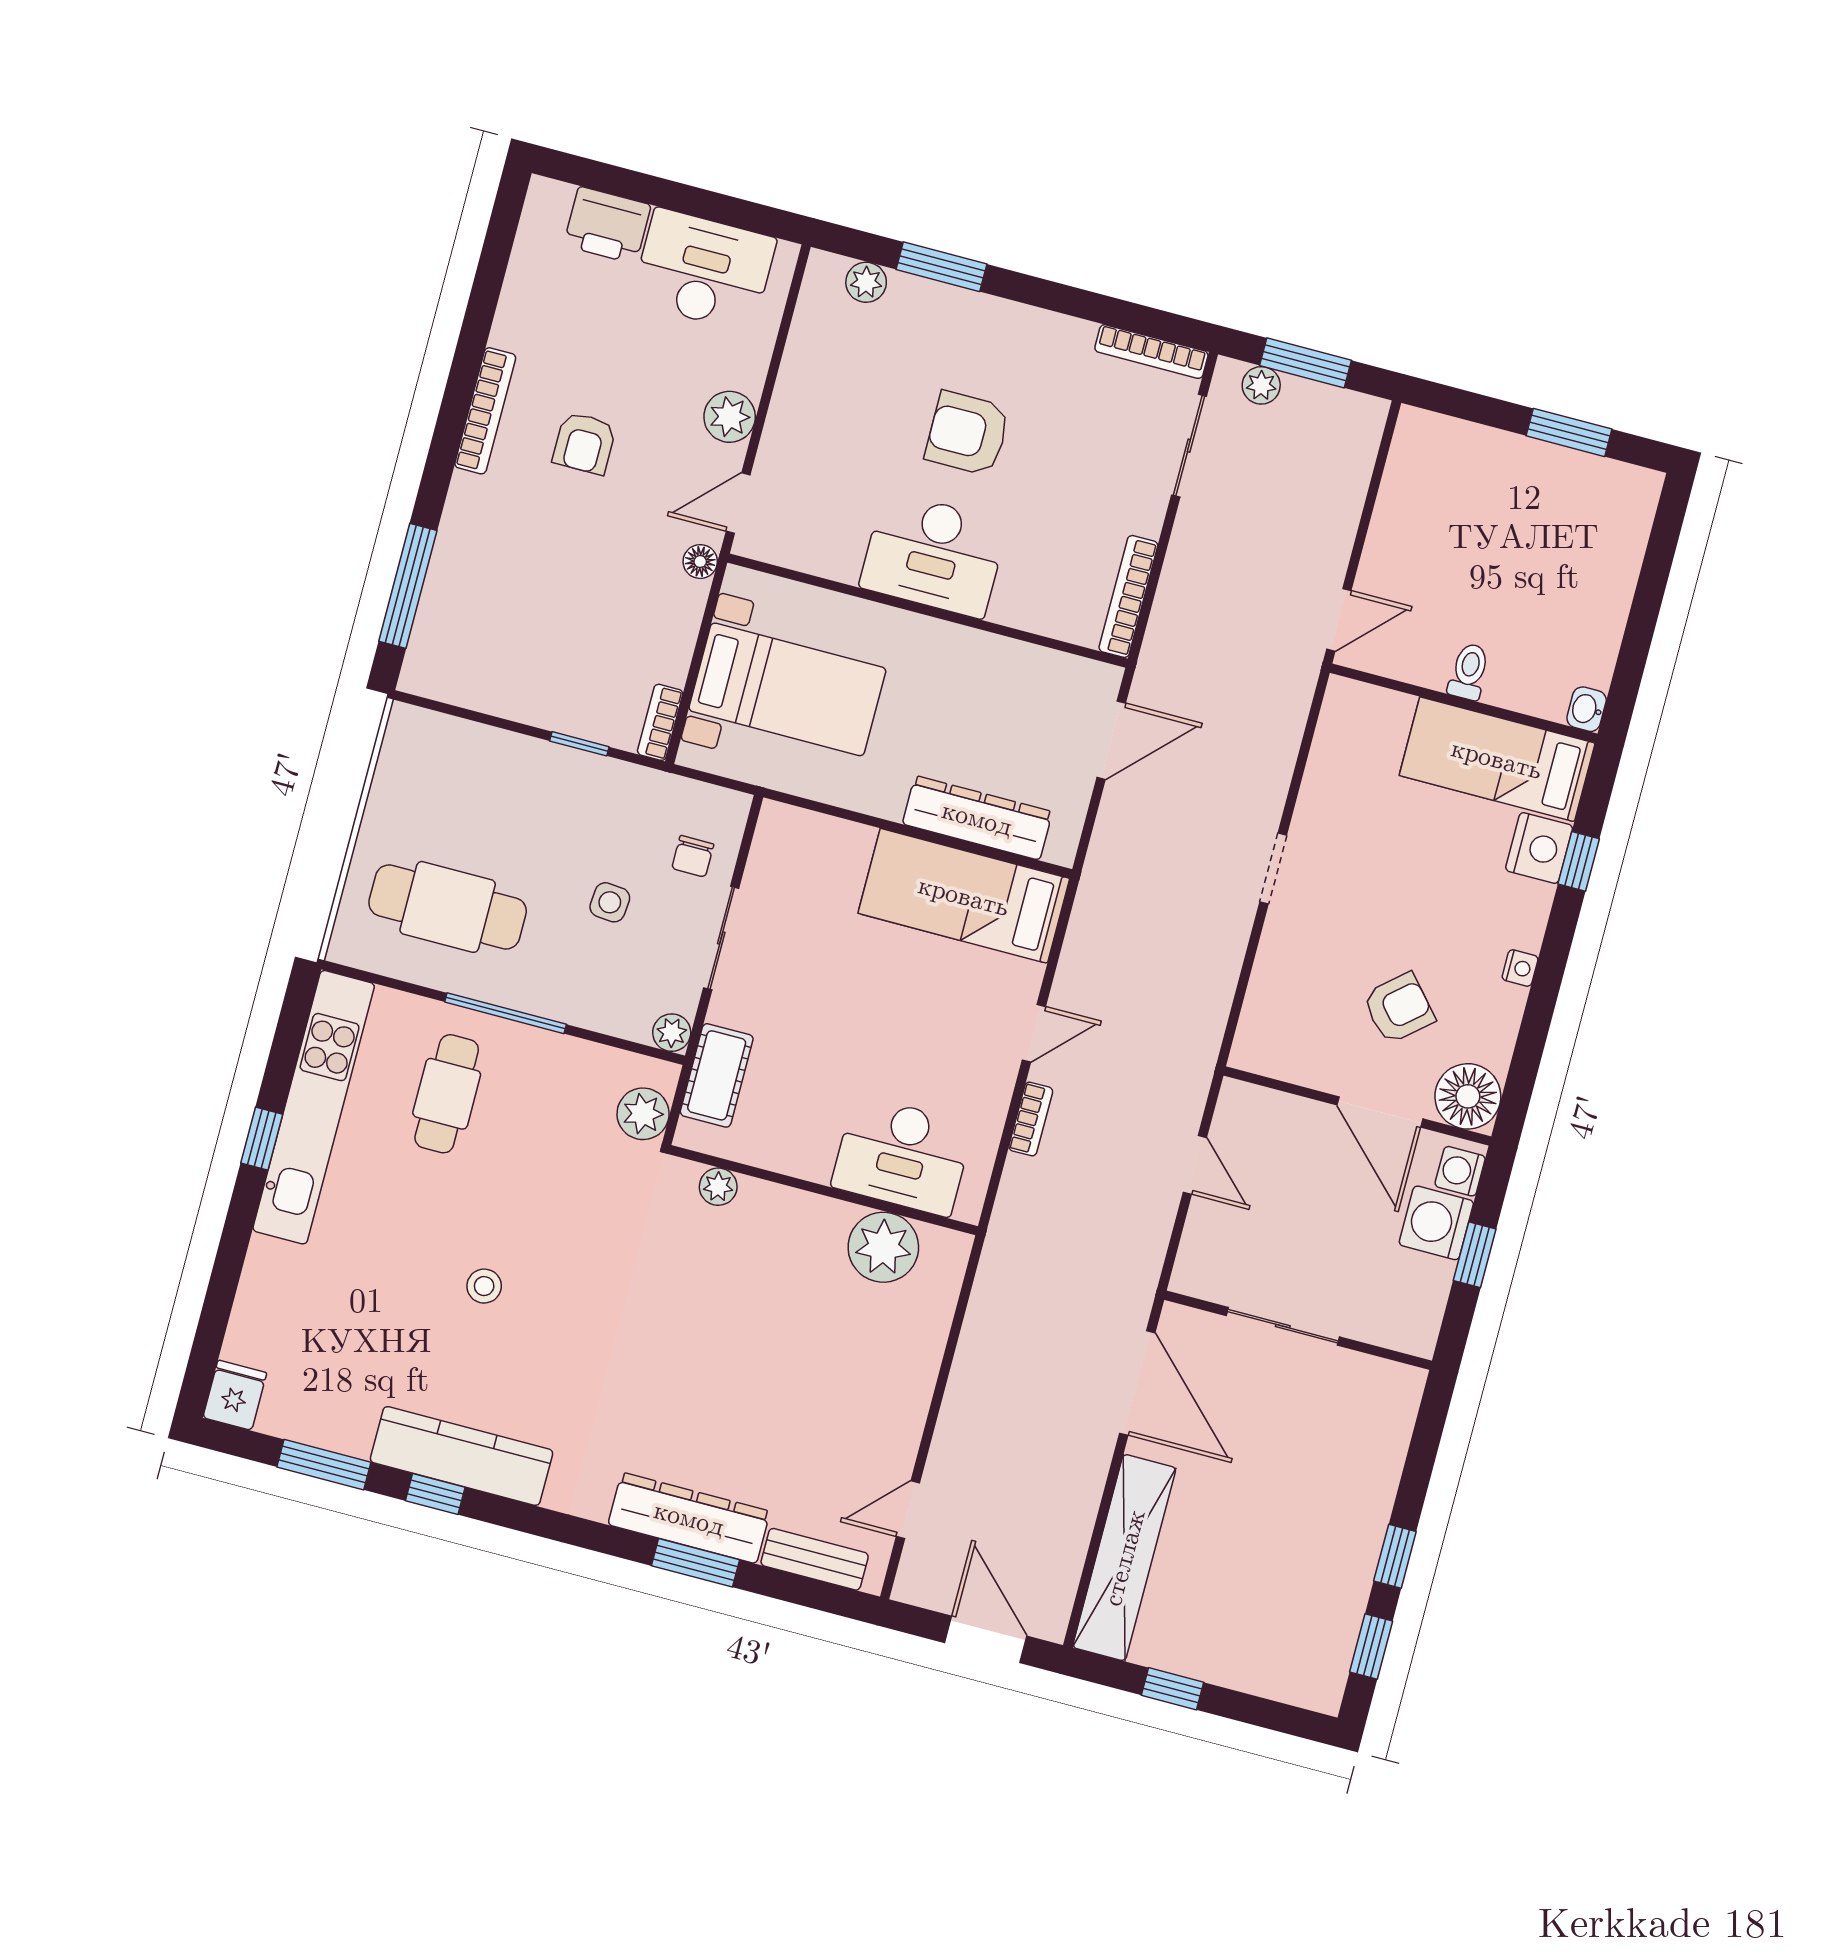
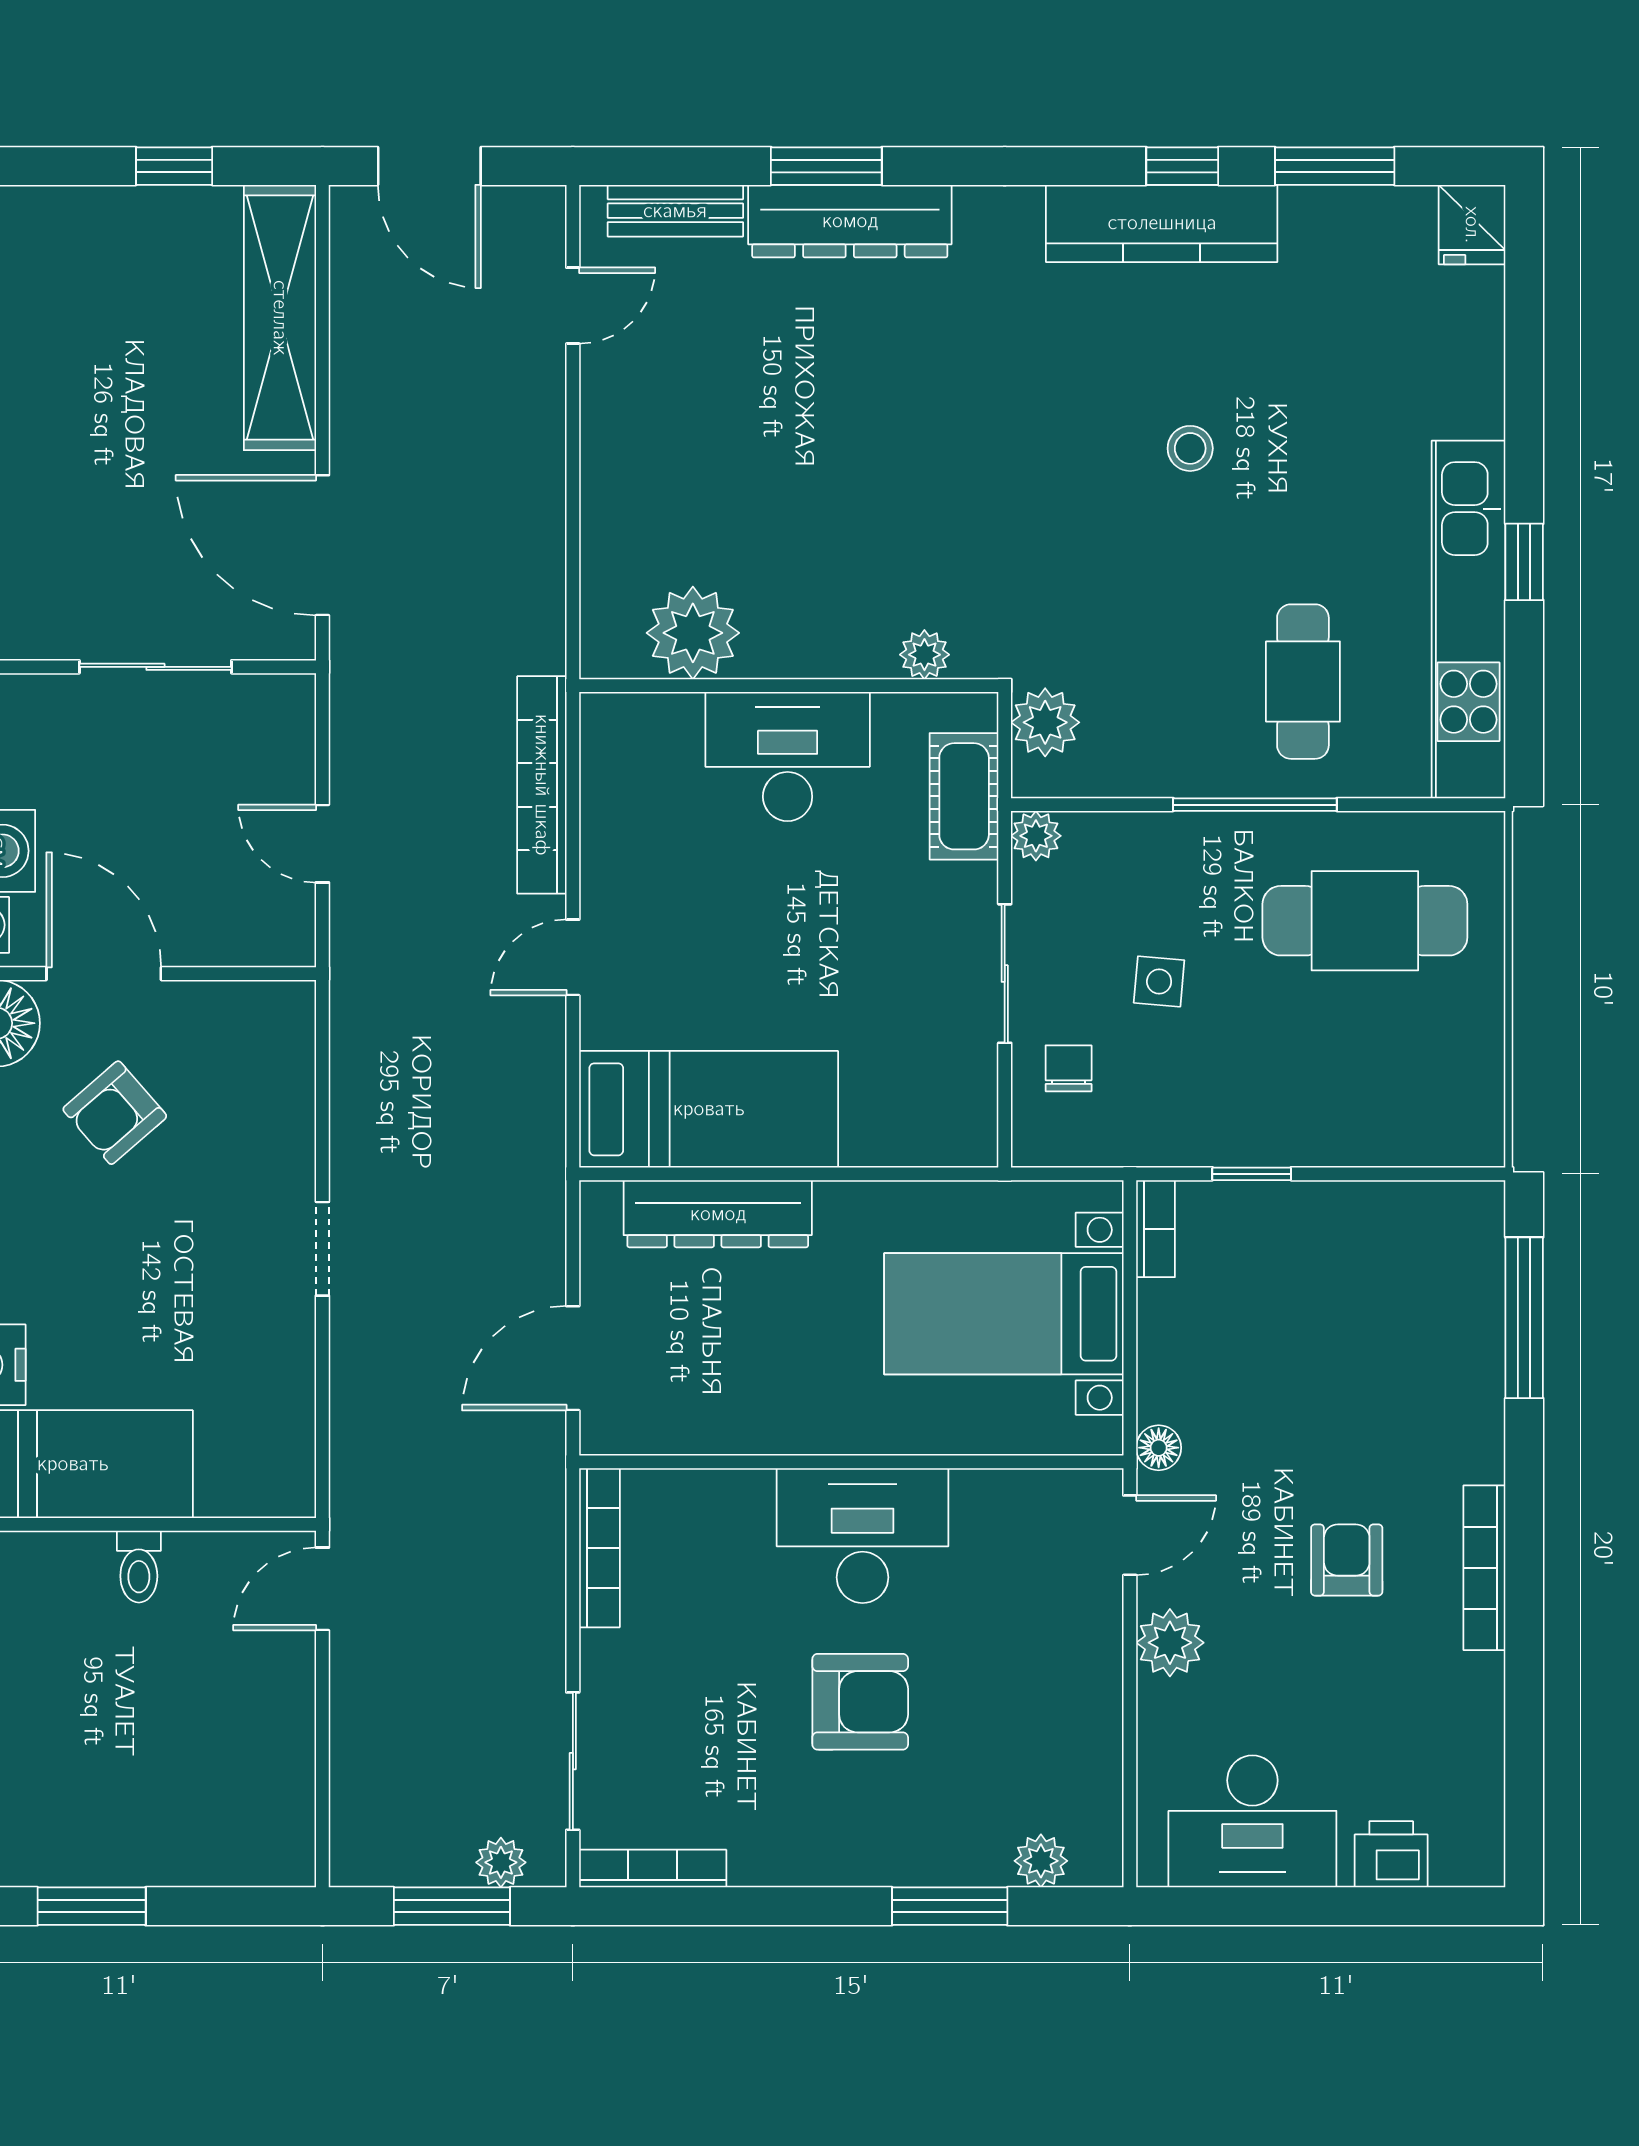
printer: (607, 225) -> (1391, 1854), width x0.73, depth x0.81
bookcase: (1031, 1119) -> (542, 785), width x2.31, depth x1.31
desk: (902, 1156) -> (788, 756), moved

